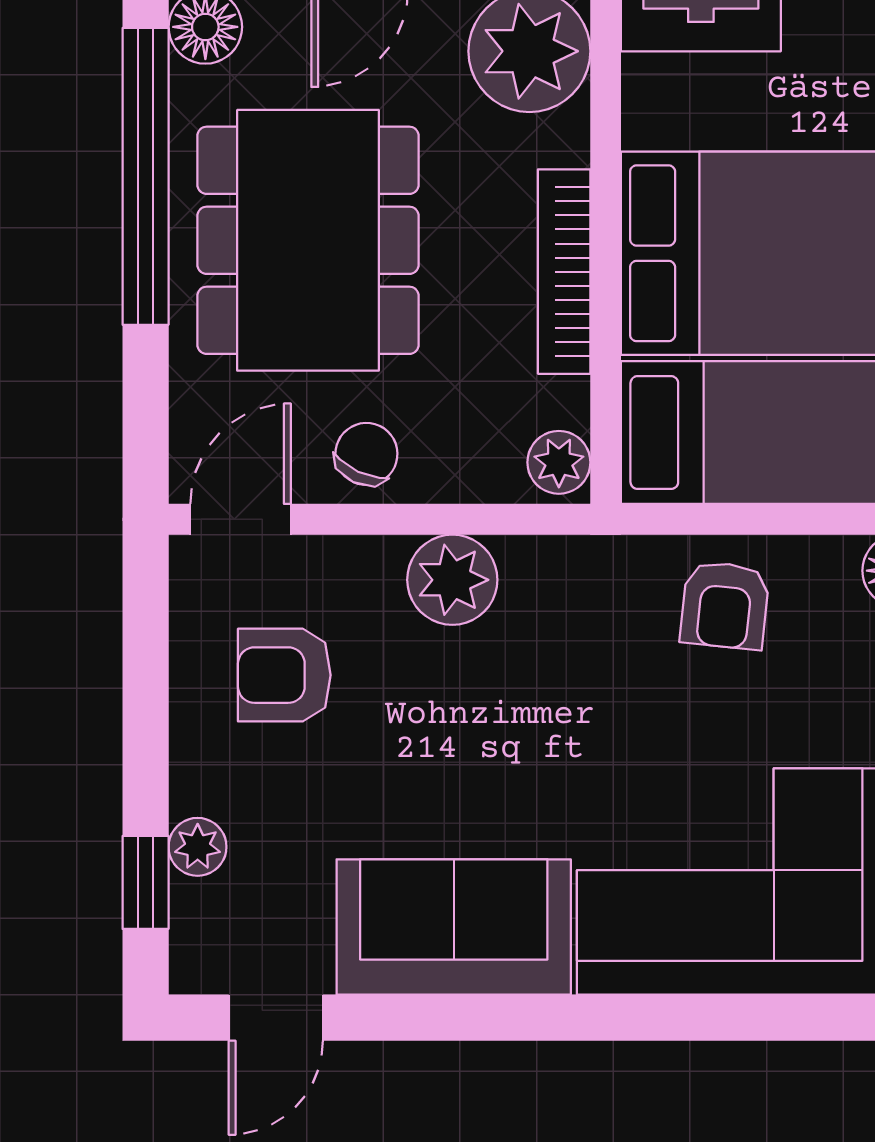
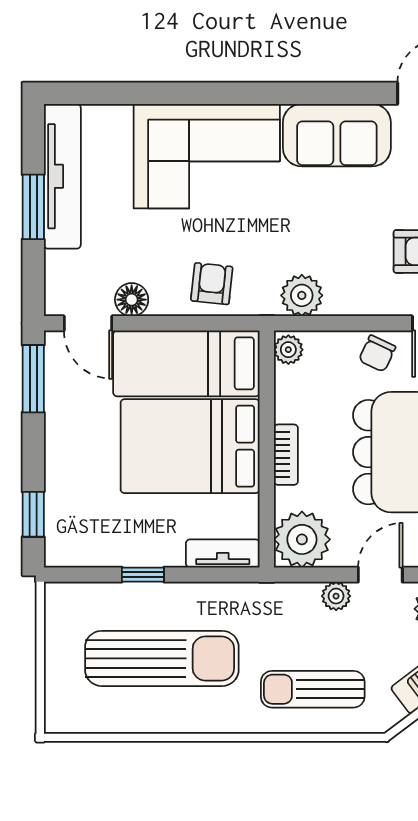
bookcase: (564, 272) -> (286, 455), width x0.64
plant: (452, 580) -> (302, 295), moved

